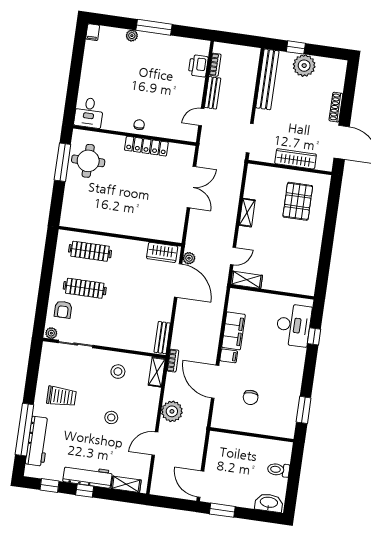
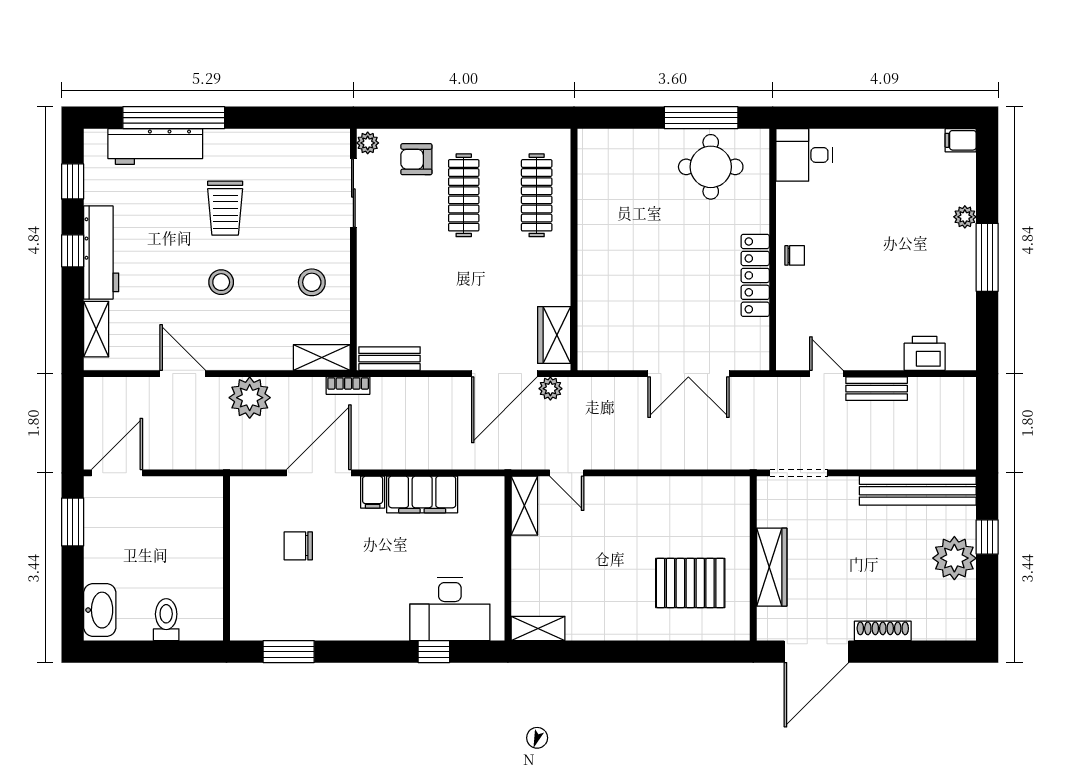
bookcase: (215, 65) -> (932, 386), removed
shelving: (247, 213) -> (538, 628), moved
trolley: (61, 396) -> (225, 208), moved

